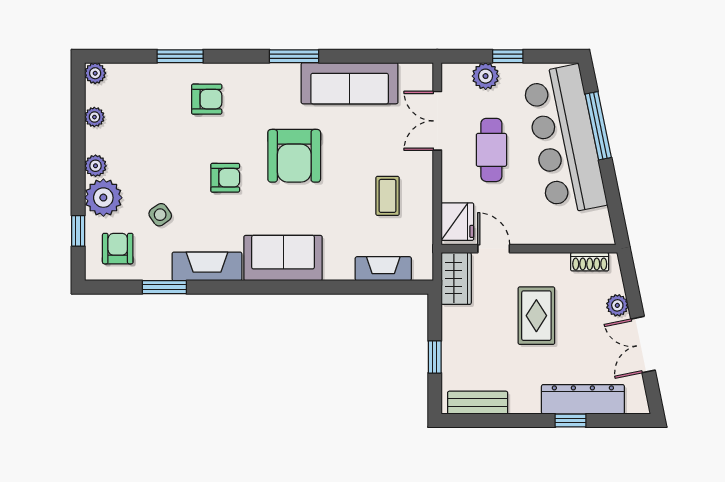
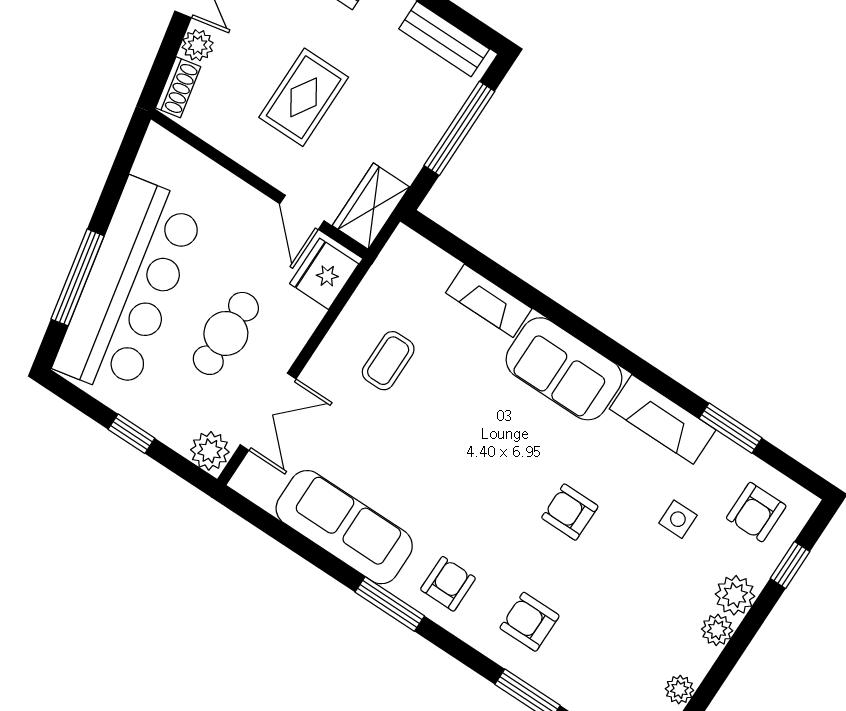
plant: (486, 76) -> (210, 451), moved
armchair: (294, 156) -> (448, 584), moved, width x0.53, depth x0.53
plant: (103, 198) -> (735, 595), width x0.73, depth x0.73
side table: (160, 215) -> (678, 519), turned 35
shoe rack: (590, 262) -> (178, 87), moved, turned 78
fireplace: (383, 269) -> (489, 301), moved
window: (435, 357) -> (459, 128), width x2.17

